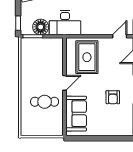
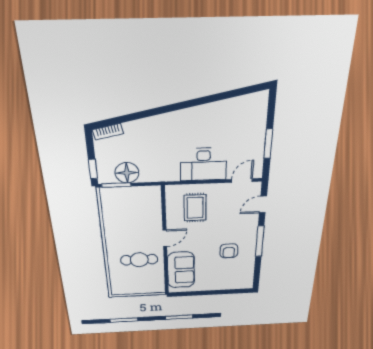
desk: (65, 23) -> (204, 164), moved
rug: (87, 57) -> (195, 208), width x0.73, depth x0.70

